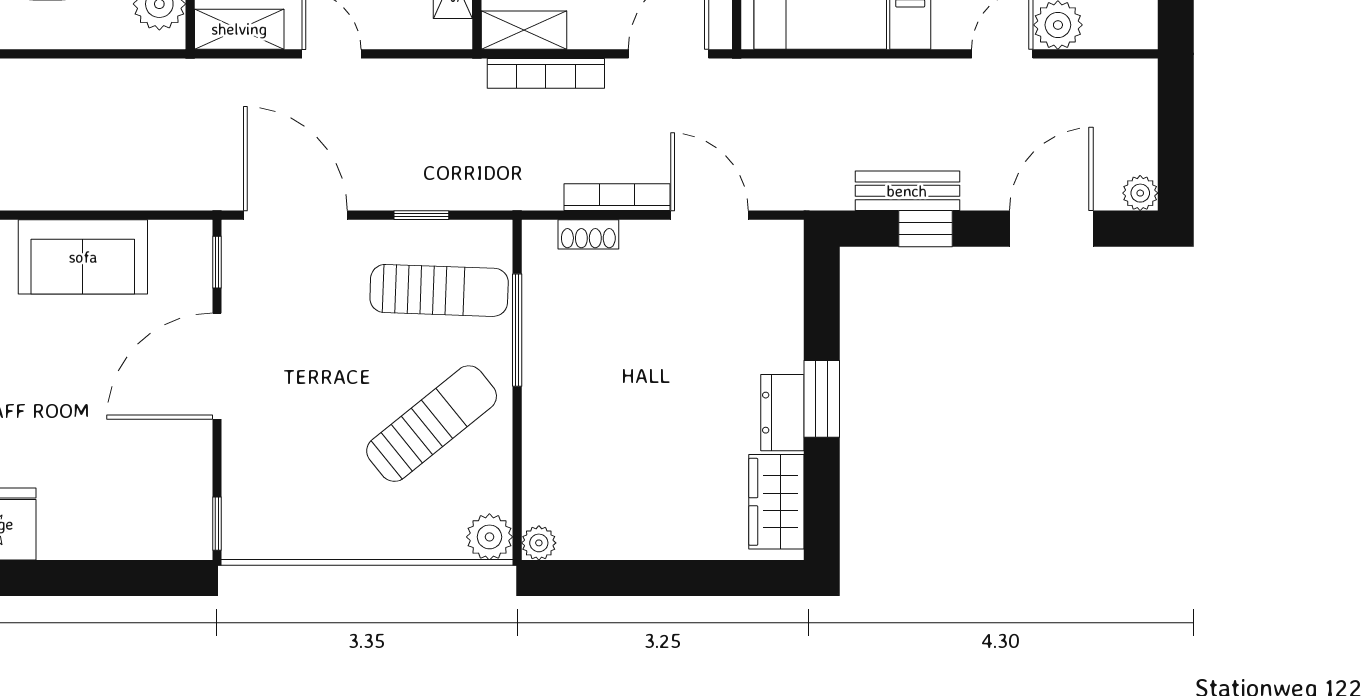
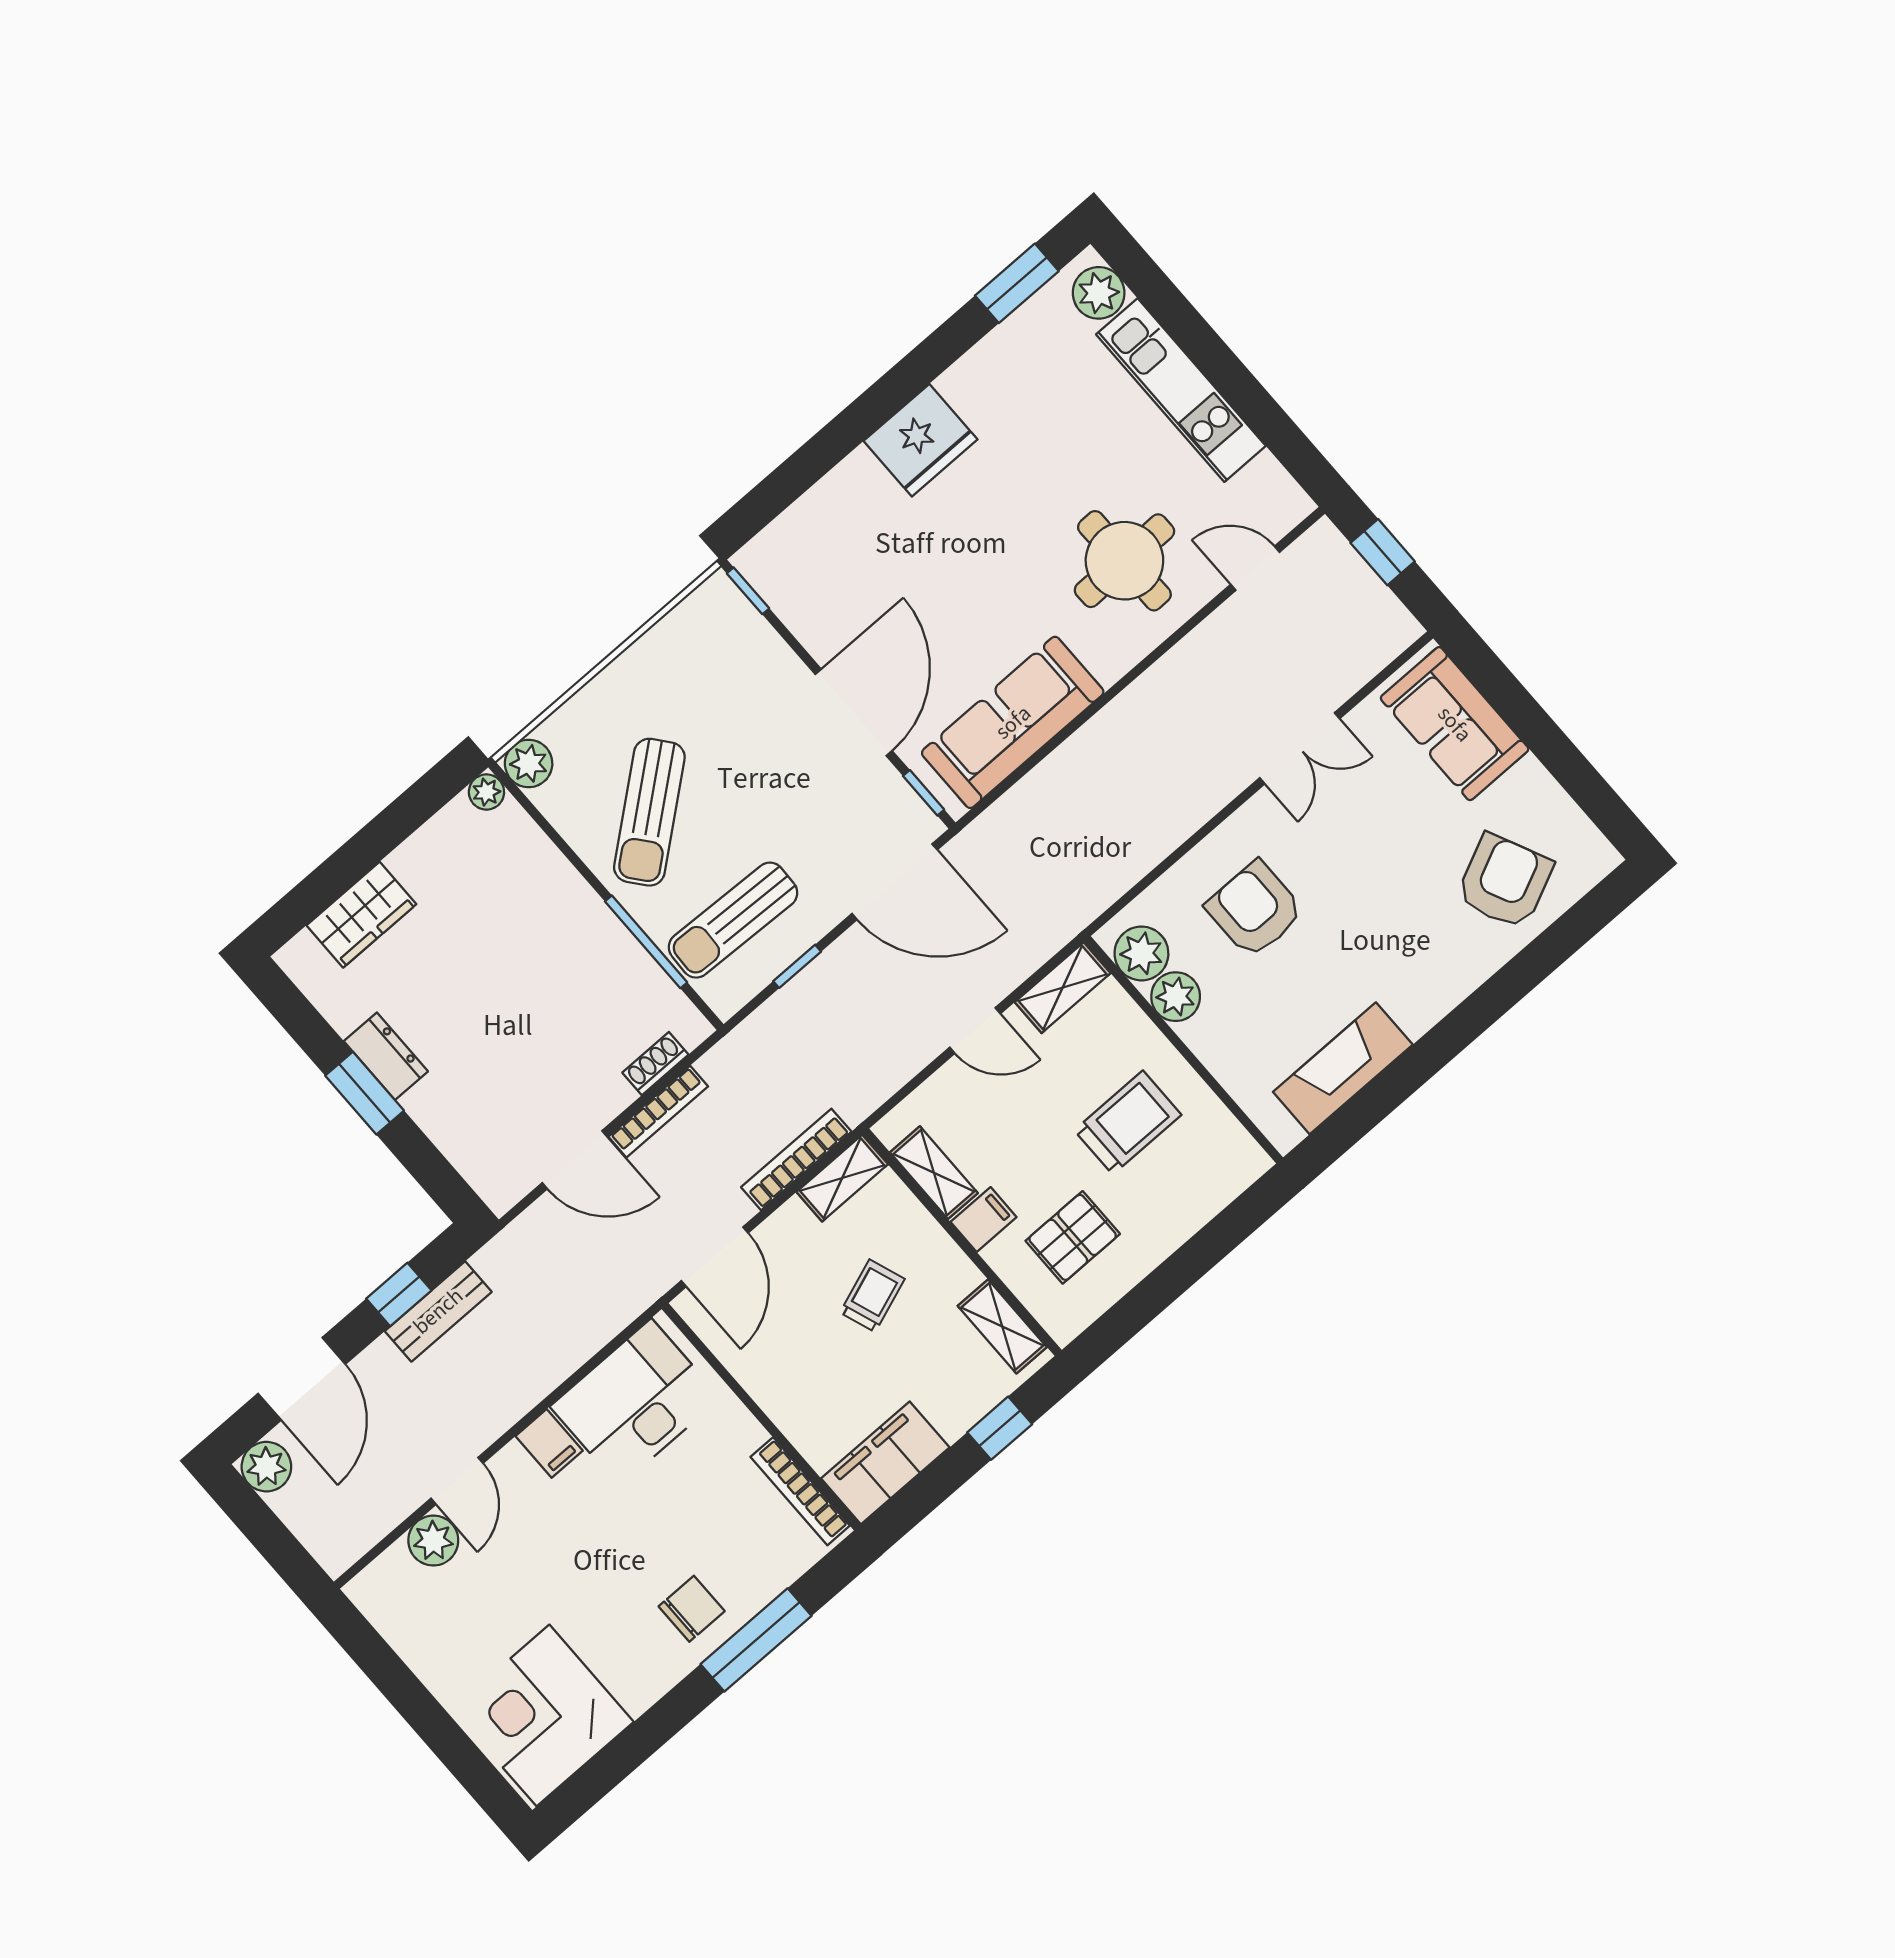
plant: (1140, 193) -> (266, 1467), width x1.38, depth x1.38
sofa: (83, 257) -> (1013, 722), width x1.36
wardrobe: (776, 502) -> (361, 915), moved, turned 90

